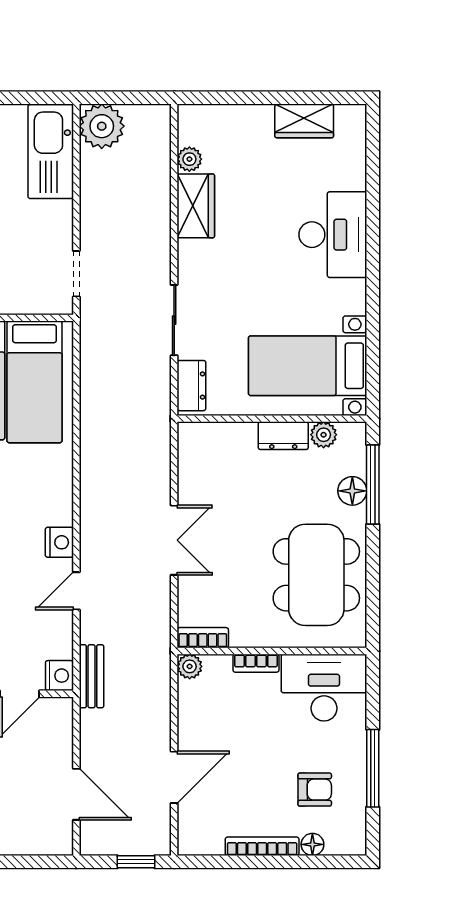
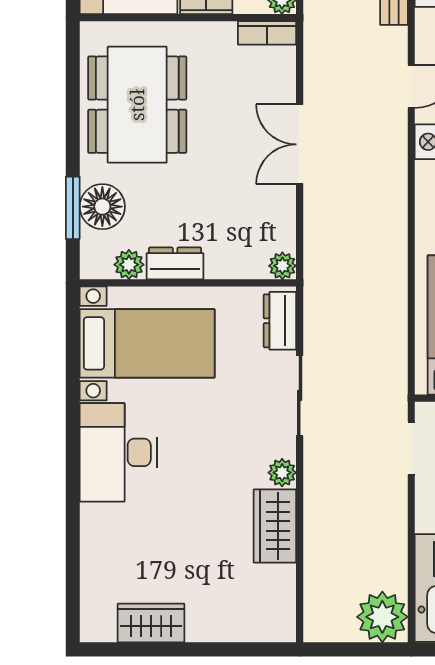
plant: (189, 159) -> (282, 473), moved
desk: (333, 235) -> (118, 452), moved
plant: (189, 434) -> (282, 266), added
window: (373, 484) -> (73, 208), width x0.69
floor lamp: (352, 491) -> (102, 207), width x1.38, depth x1.38

